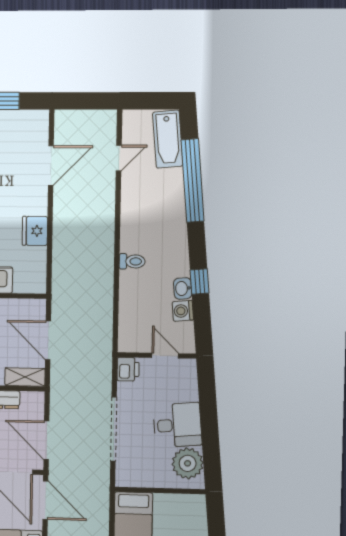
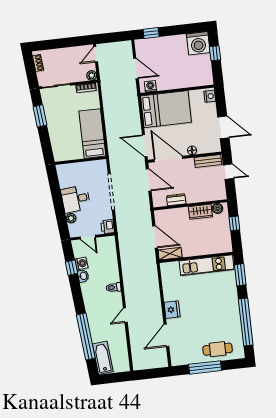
door: (119, 158) -> (125, 315), moved
fridge: (35, 231) -> (172, 310), moved
window: (199, 282) -> (72, 268), moved
shelving: (25, 377) -> (170, 254), moved
plant: (188, 463) -> (71, 218), moved, width x0.53, depth x0.53

